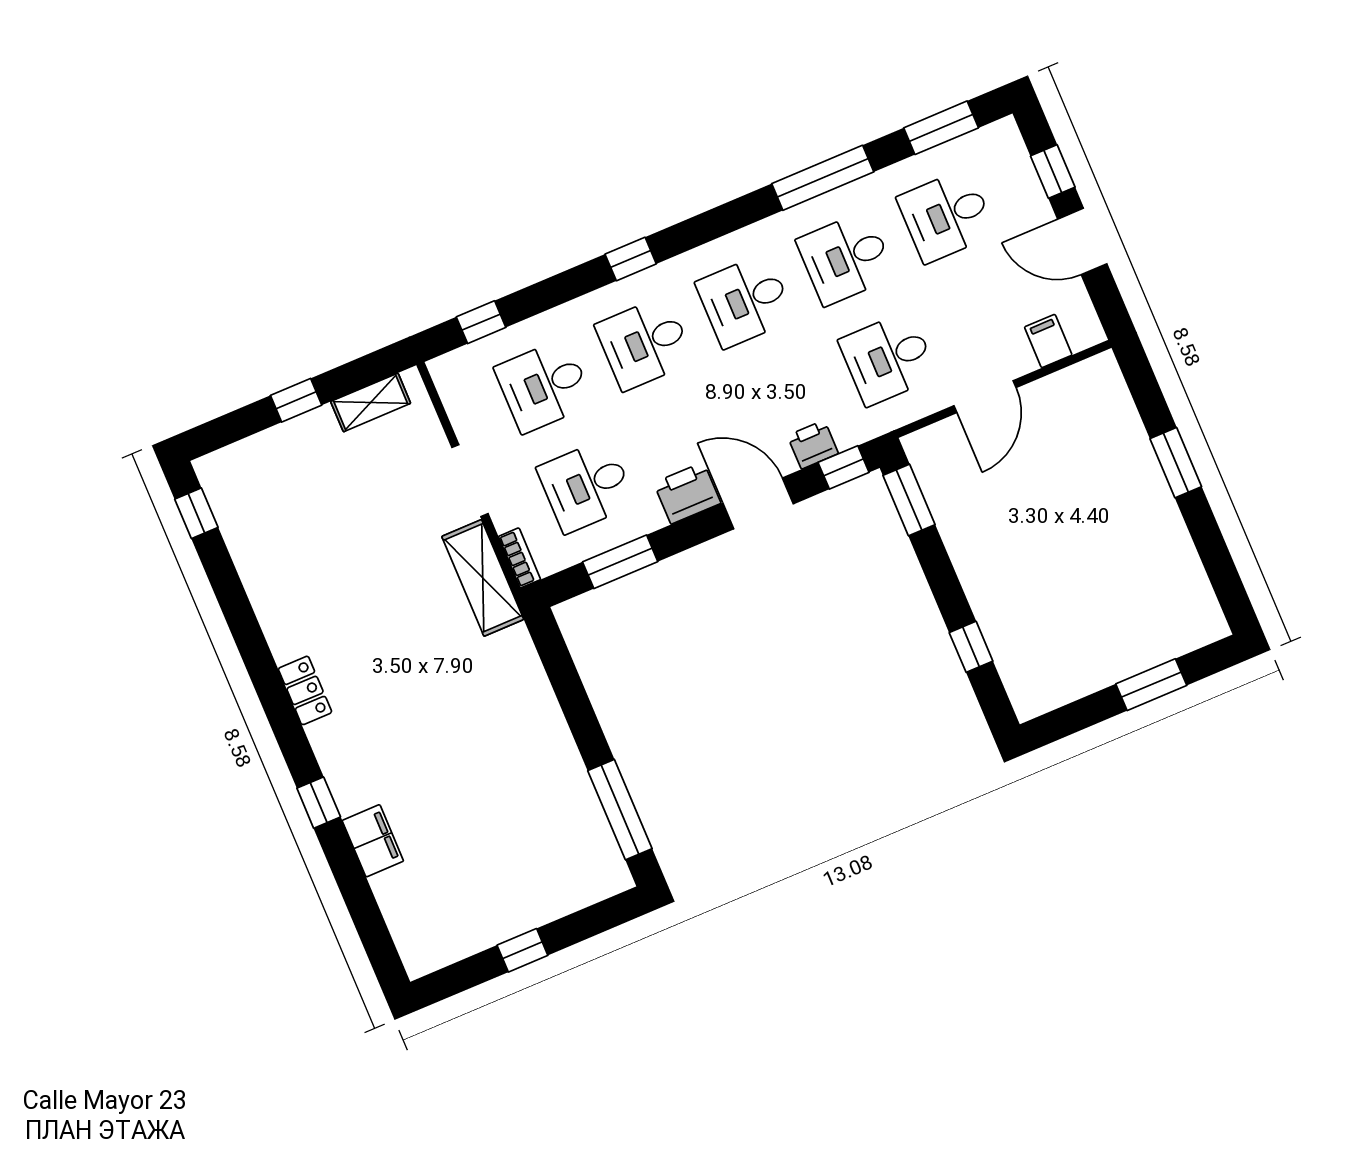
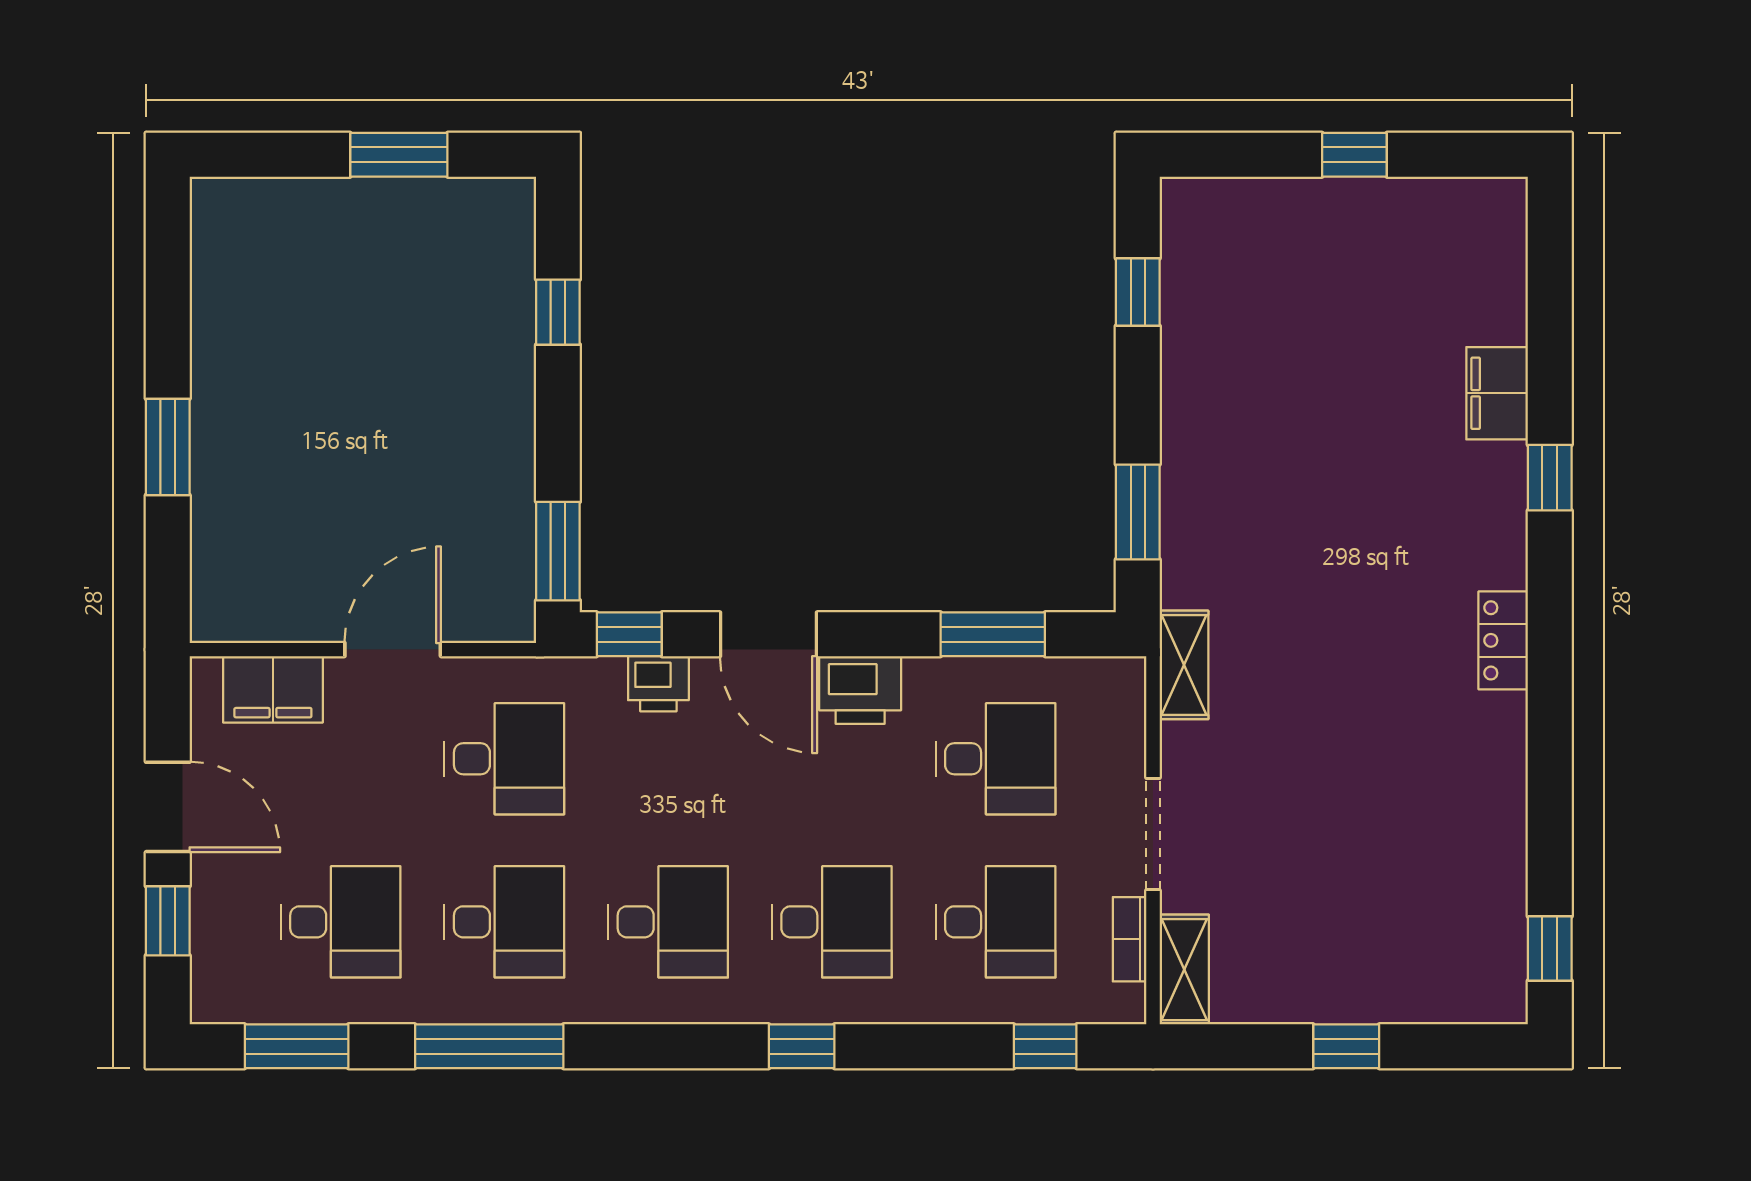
filing cabinet: (1048, 341) -> (273, 689), width x2.00
shelving: (371, 402) -> (1184, 970), moved, turned 90
bookcase: (520, 558) -> (1130, 939), moved
shelving: (483, 578) -> (1184, 665), width x0.67, depth x0.75
window: (563, 675) -> (1138, 512), added
window: (1151, 685) -> (399, 155), moved
window: (620, 810) -> (1138, 292), width x0.46

